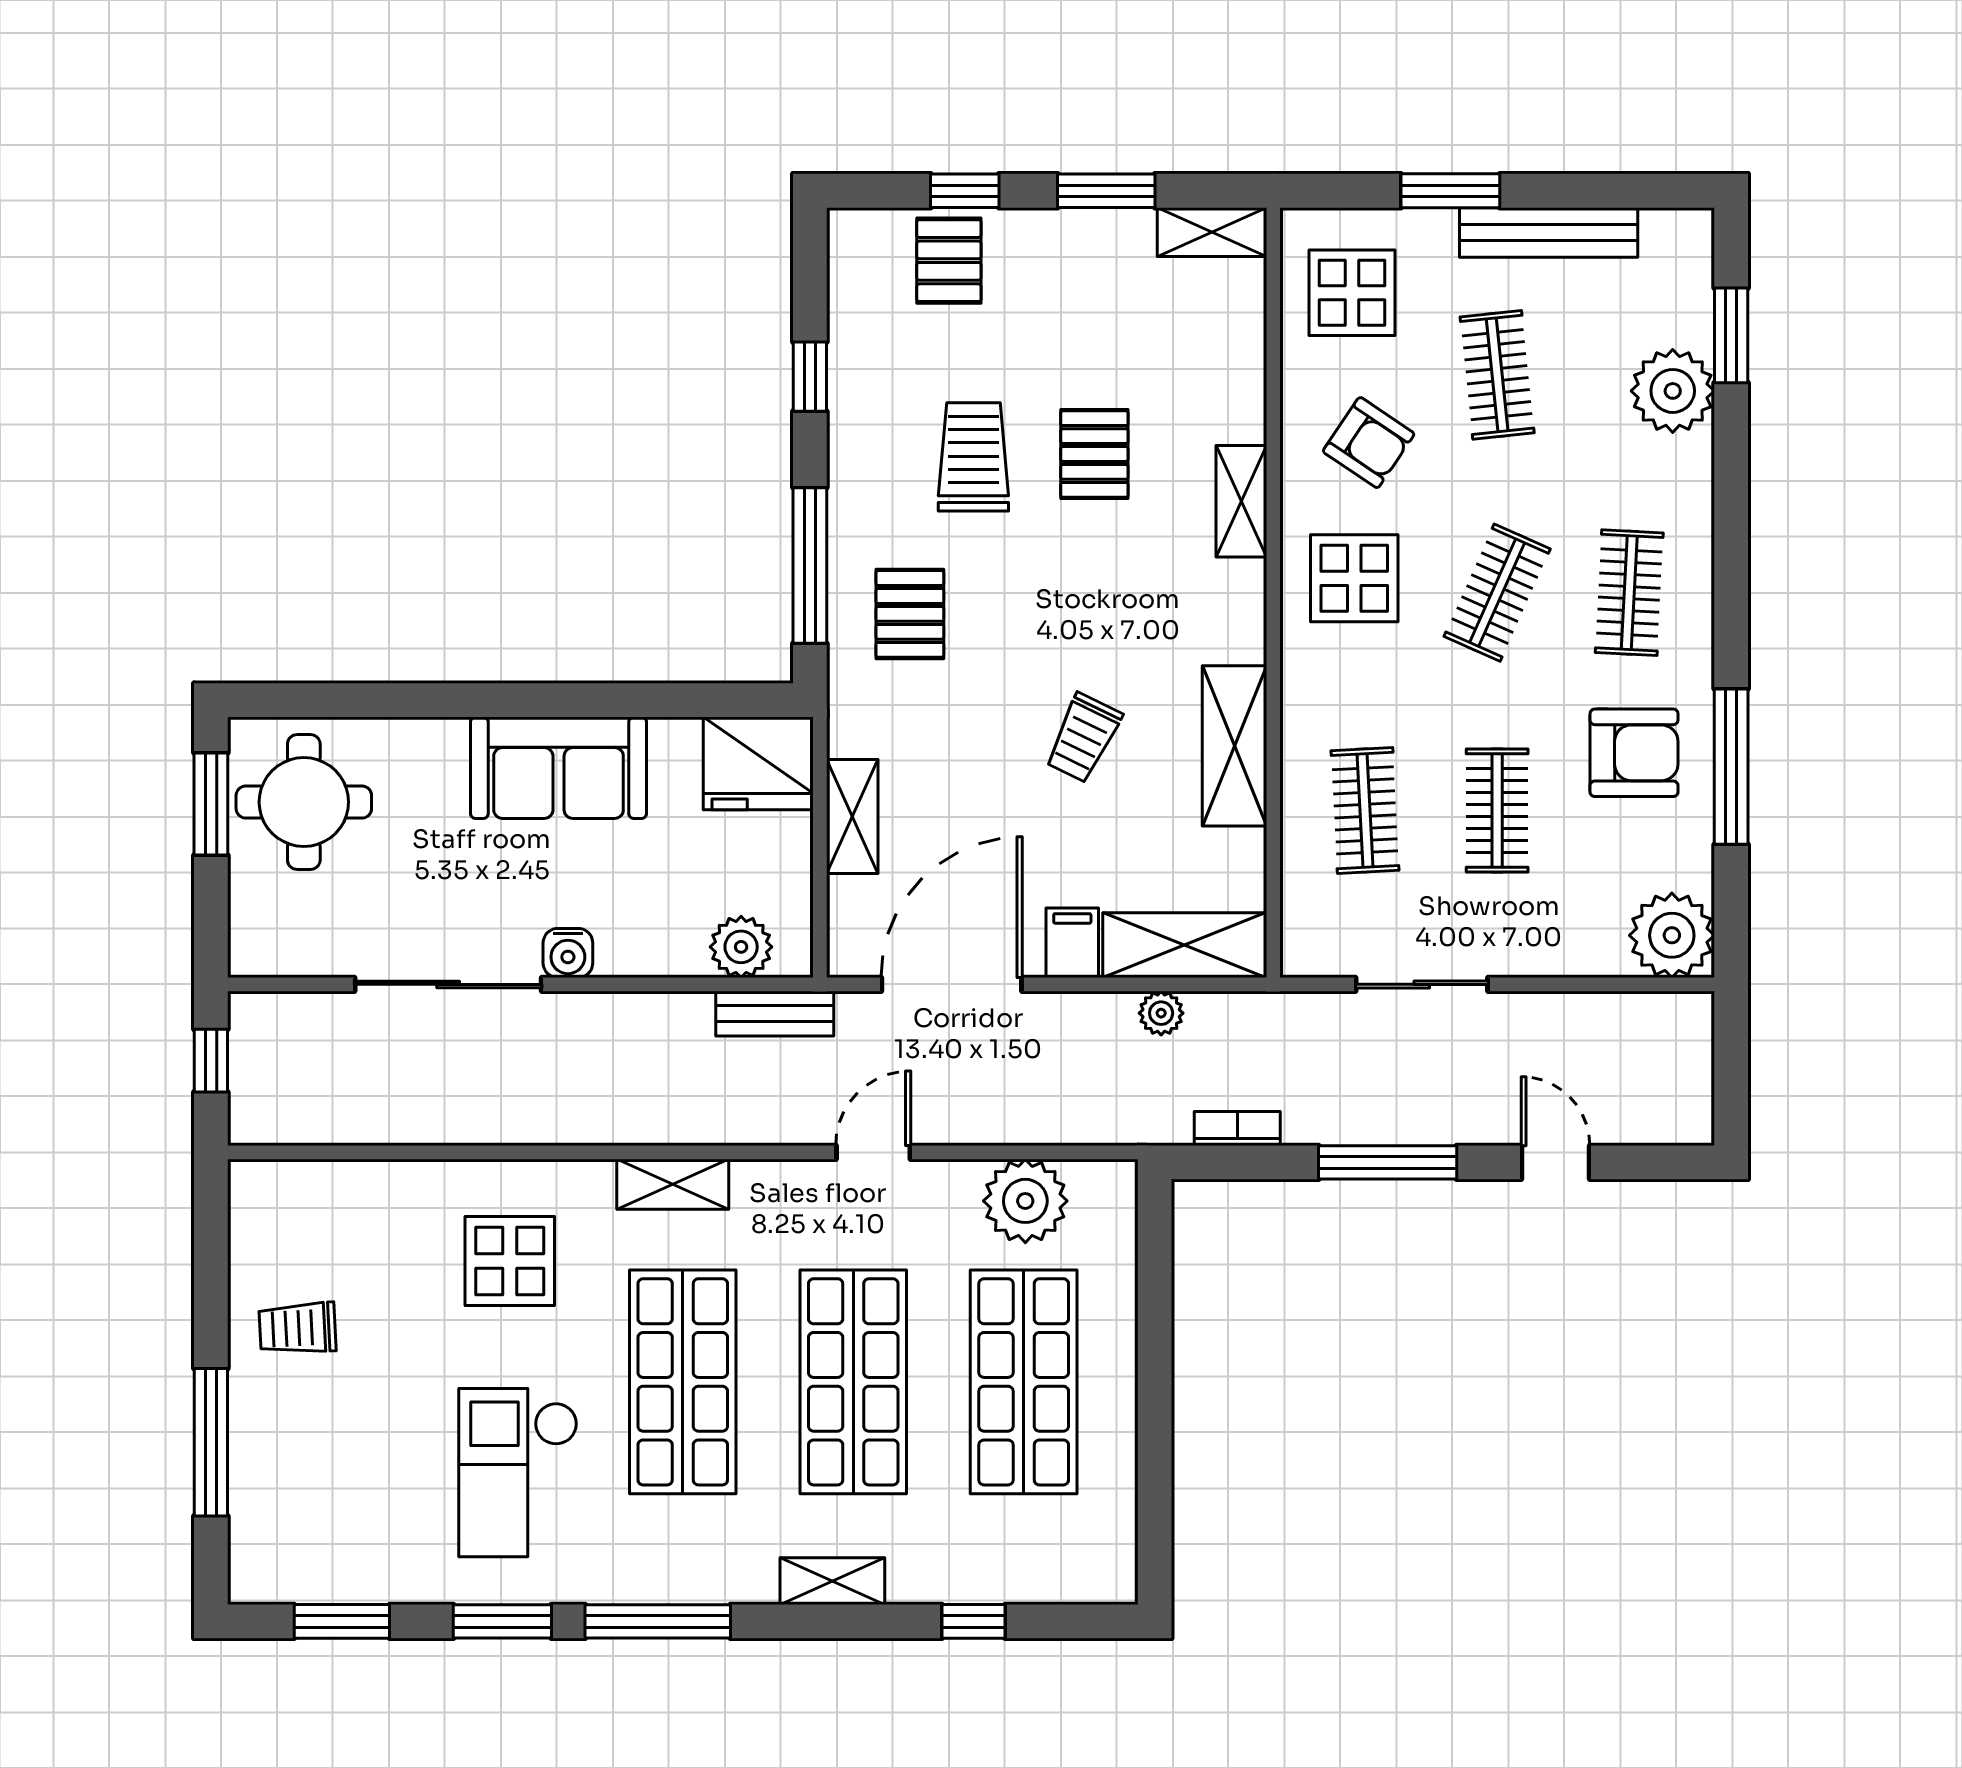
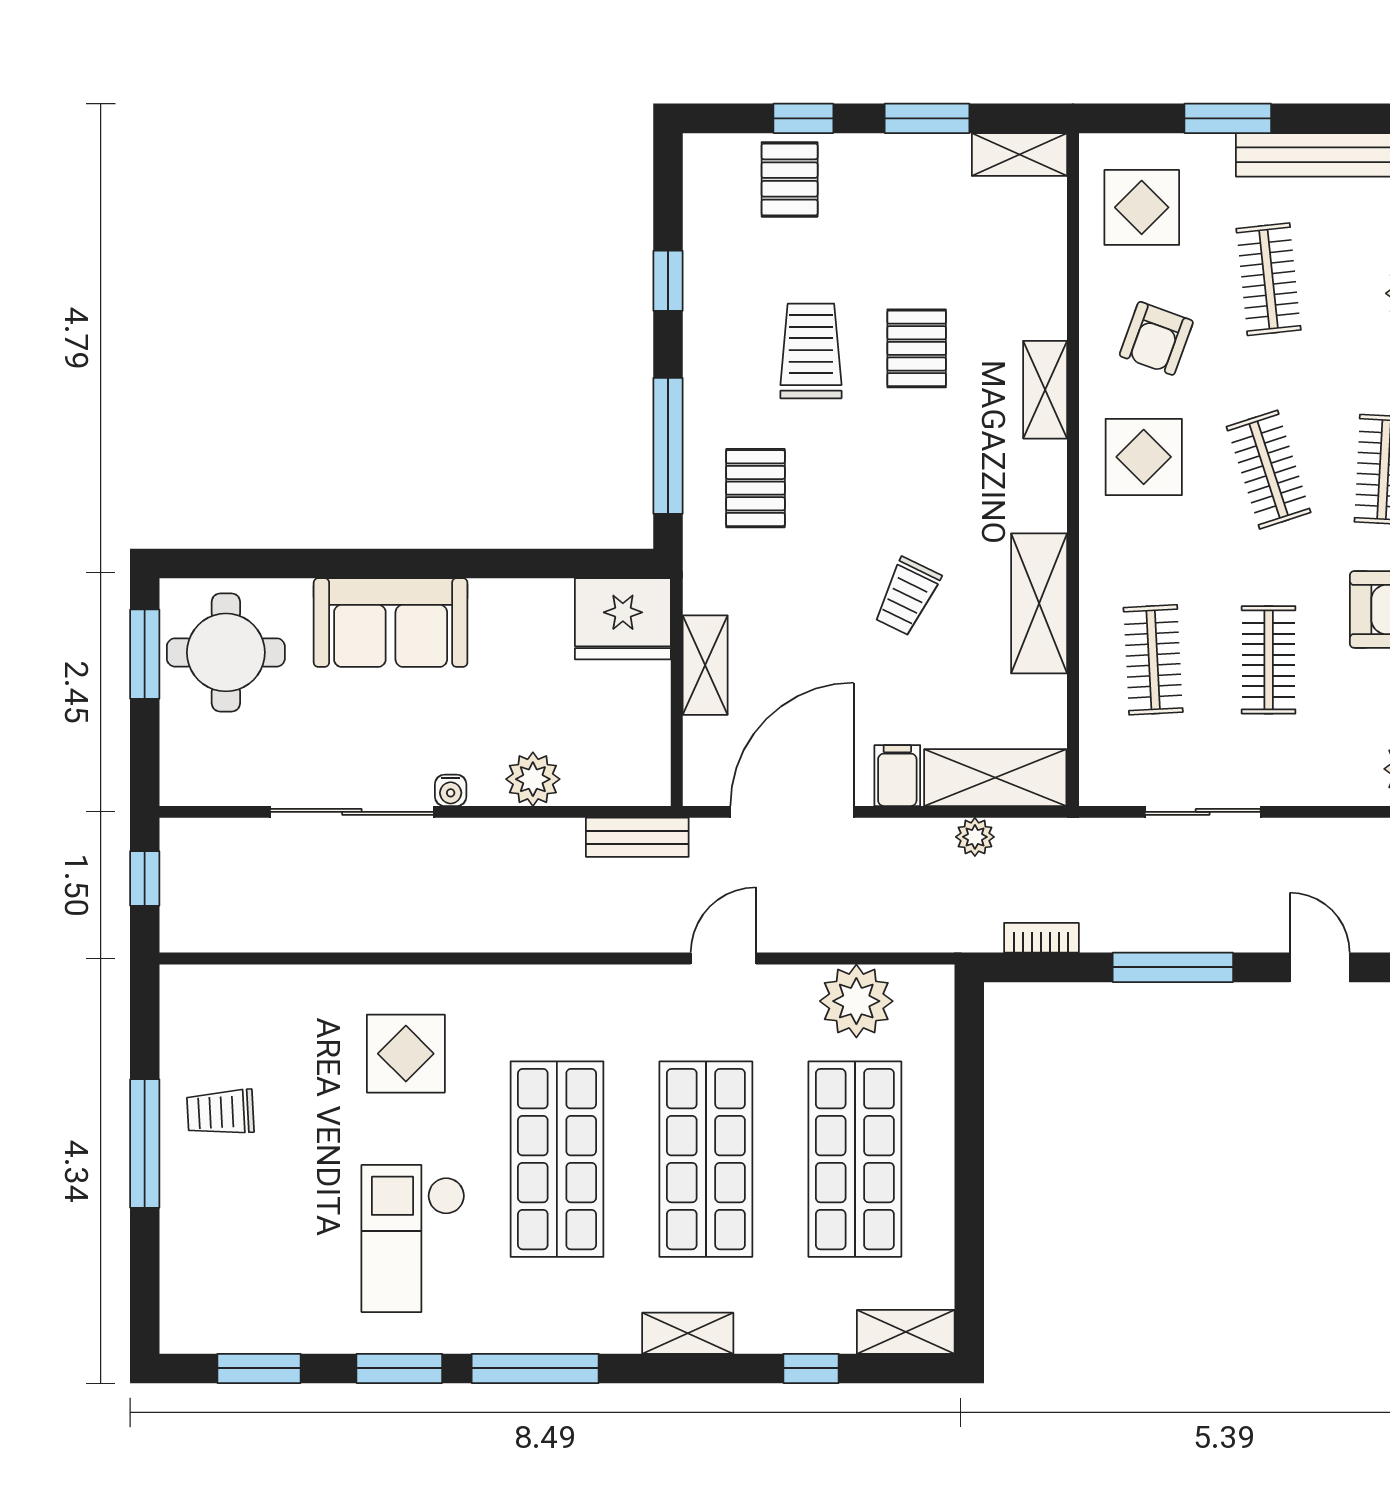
armchair: (1369, 443) -> (1156, 338), turned 76
clothes rail: (1497, 593) -> (1269, 470), turned -42
sofa: (559, 768) -> (391, 623), moved
plant: (741, 947) -> (533, 779), moved
water cooler: (568, 953) -> (451, 790), width x0.72, depth x0.72
shelving: (673, 1184) -> (906, 1332), moved
window: (211, 1442) -> (145, 1144), moved

